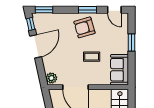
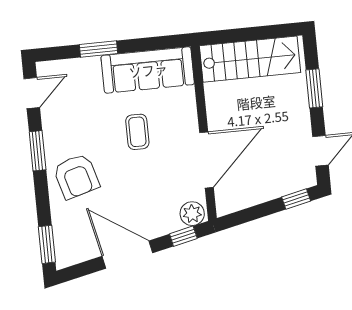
window: (31, 24) -> (183, 236), moved
armchair: (84, 27) -> (76, 176), moved
sofa: (120, 70) -> (148, 70), width x1.36

